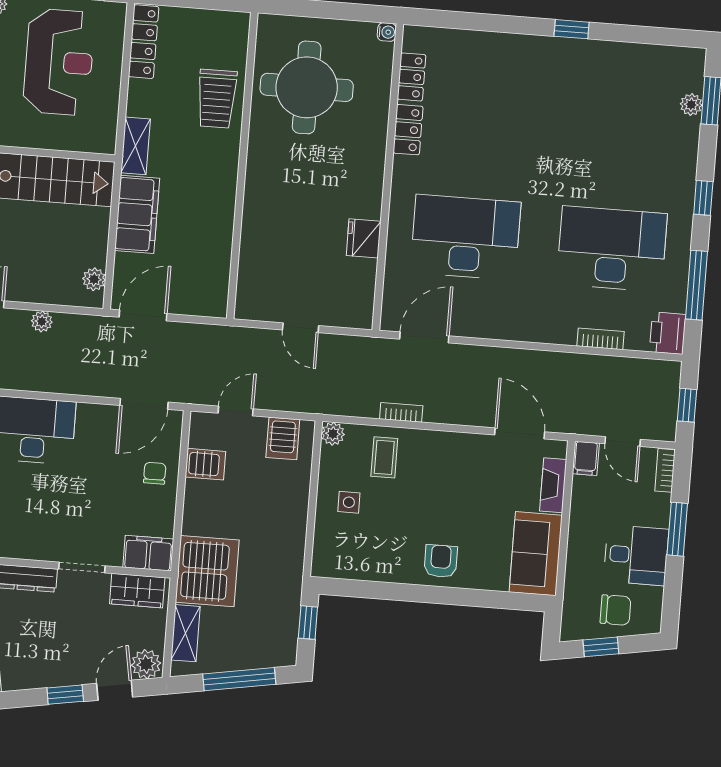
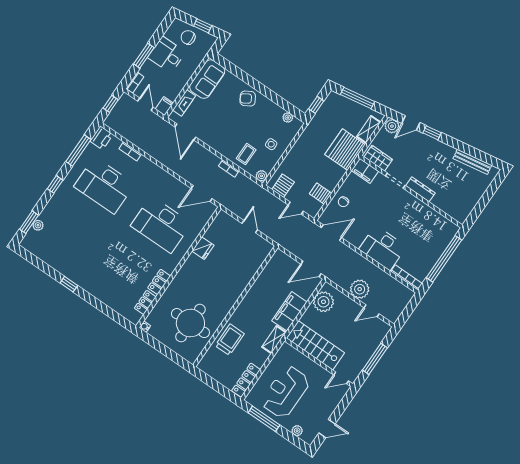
plant: (94, 279) -> (324, 302), width x1.87, depth x1.87
plant: (42, 321) -> (360, 289), width x1.88, depth x1.88
armchair: (441, 561) -> (248, 99), turned 59
plant: (347, 569) -> (288, 118), added

